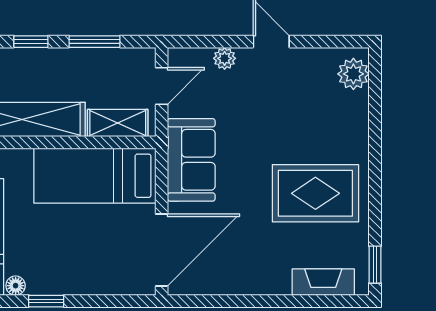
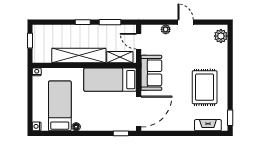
door: (162, 86) -> (139, 41), swing flipped
rug: (315, 193) -> (205, 87), turned 90
window: (46, 301) -> (121, 133), moved

